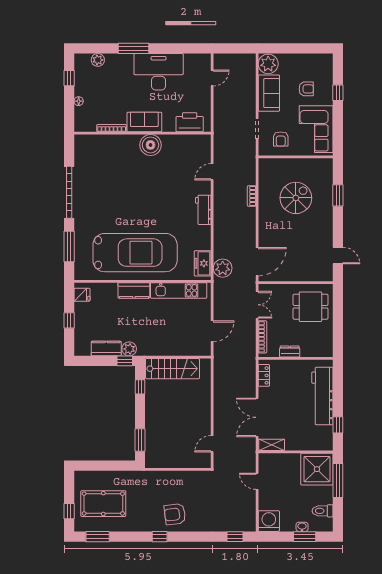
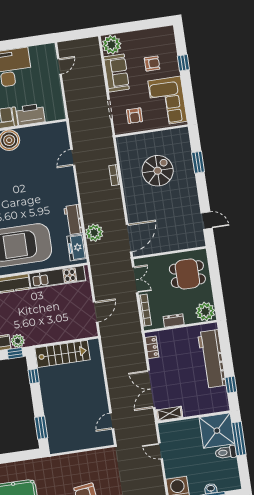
printer: (190, 122) -> (31, 114), moved
workbench: (203, 210) -> (73, 220), moved
plant: (223, 268) -> (94, 233), moved
plant: (323, 347) -> (205, 312), added
toilet: (323, 511) -> (226, 452), moved

